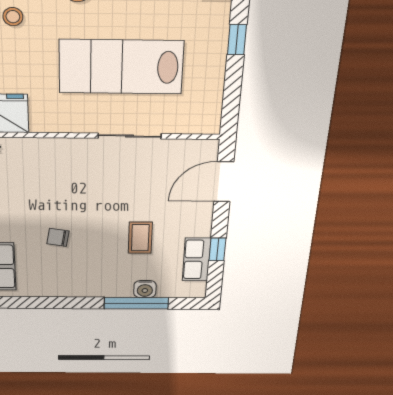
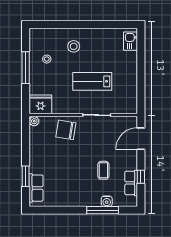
window: (237, 40) -> (141, 68), removed
lab bench: (121, 67) -> (92, 81), width x0.73, depth x0.72
chair: (58, 237) -> (66, 130), moved, width x1.87, depth x1.87

